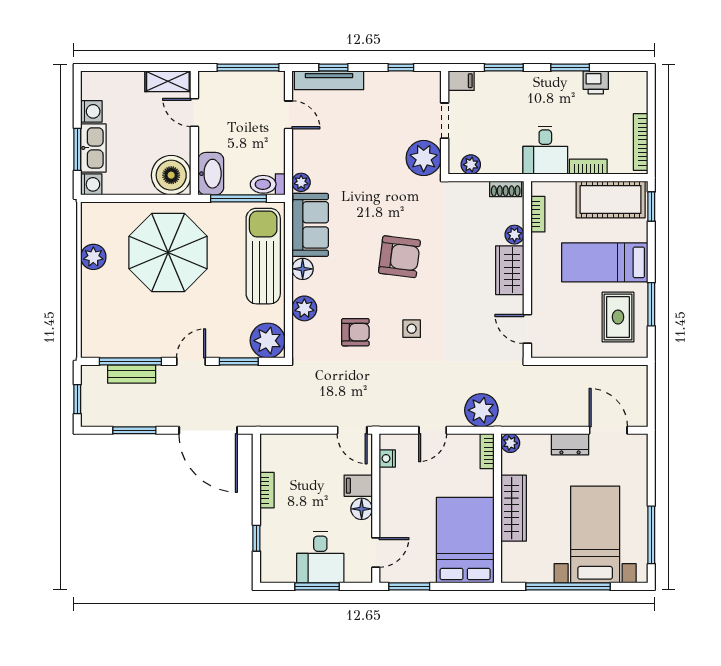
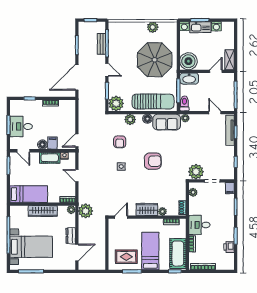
door: (289, 115) -> (215, 113), swing flipped
armchair: (399, 257) -> (153, 161), turned -97
plant: (481, 410) -> (86, 211), moved
cot: (392, 492) -> (50, 158), added
bed: (465, 540) -> (29, 194), width x0.67

